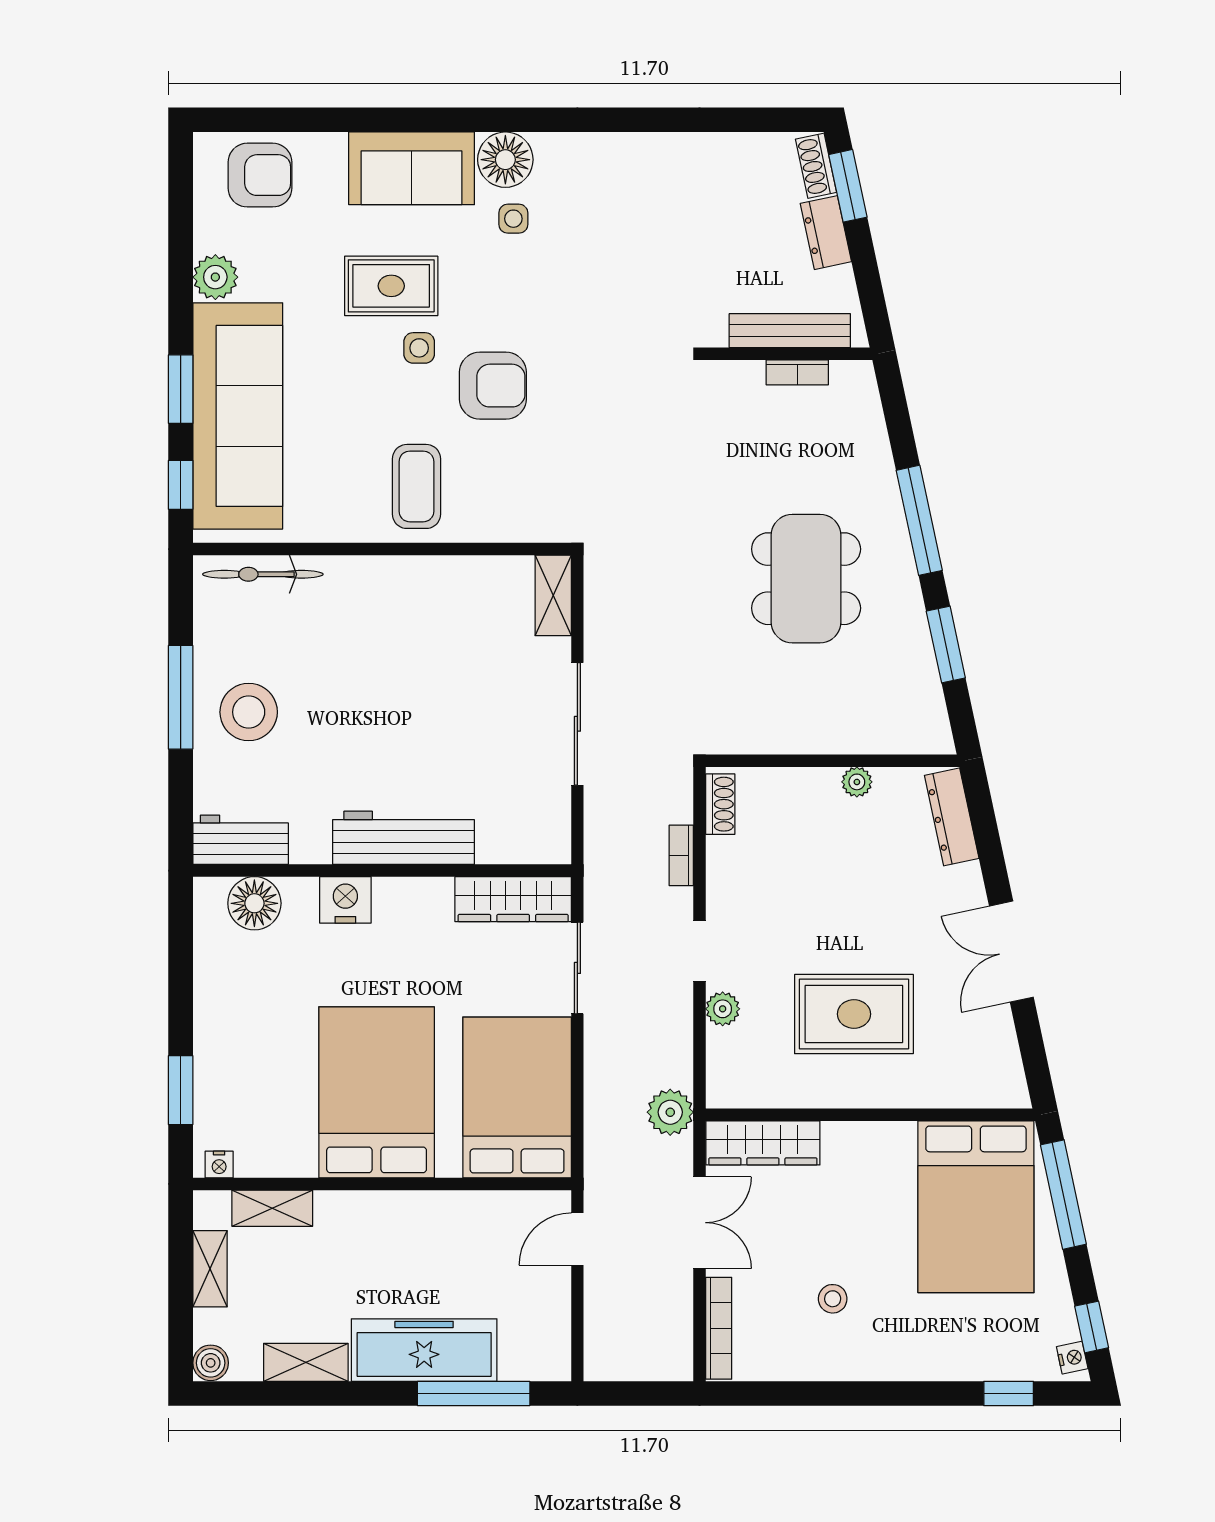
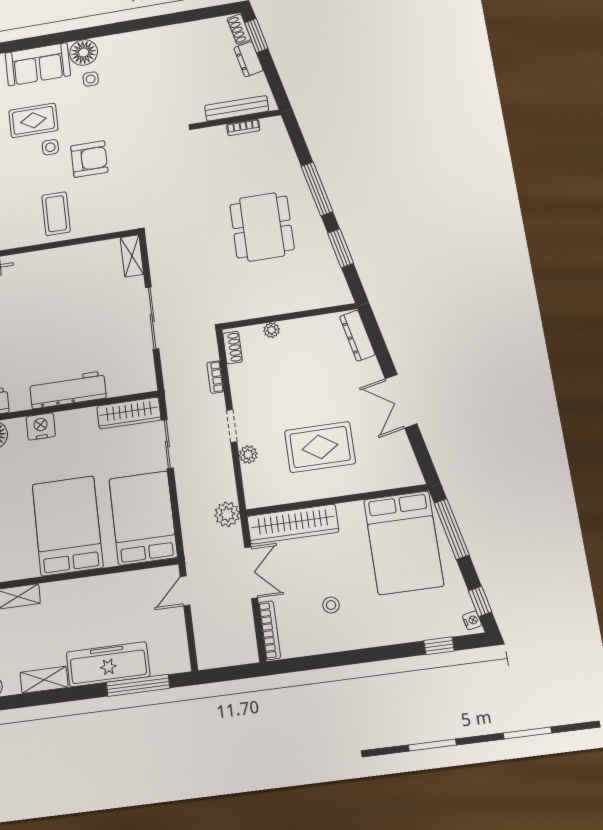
plant: (857, 782) -> (271, 330), moved
wardrobe: (763, 1143) -> (293, 524), width x1.40, depth x1.17

